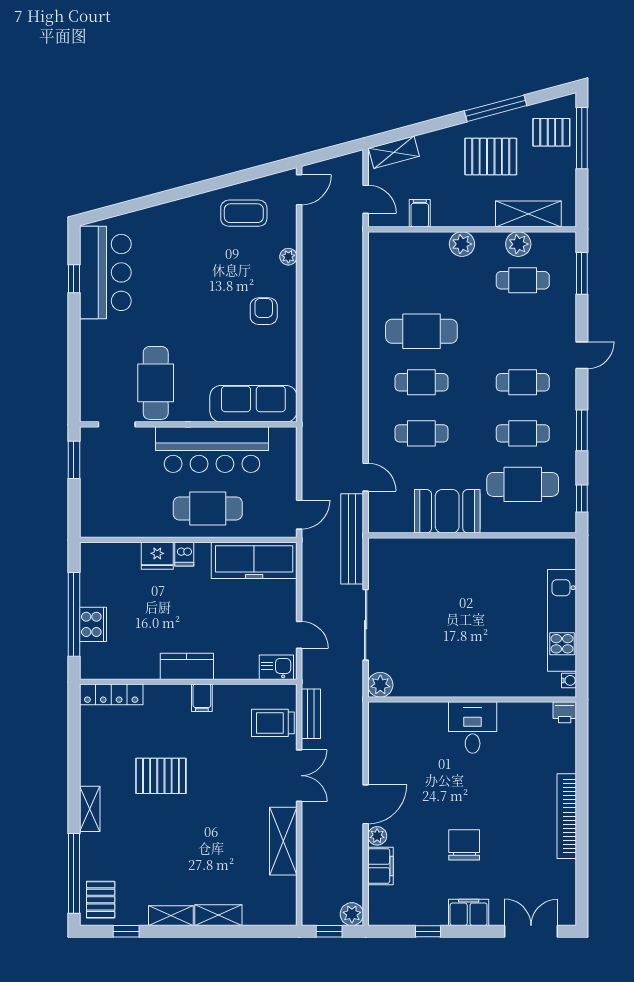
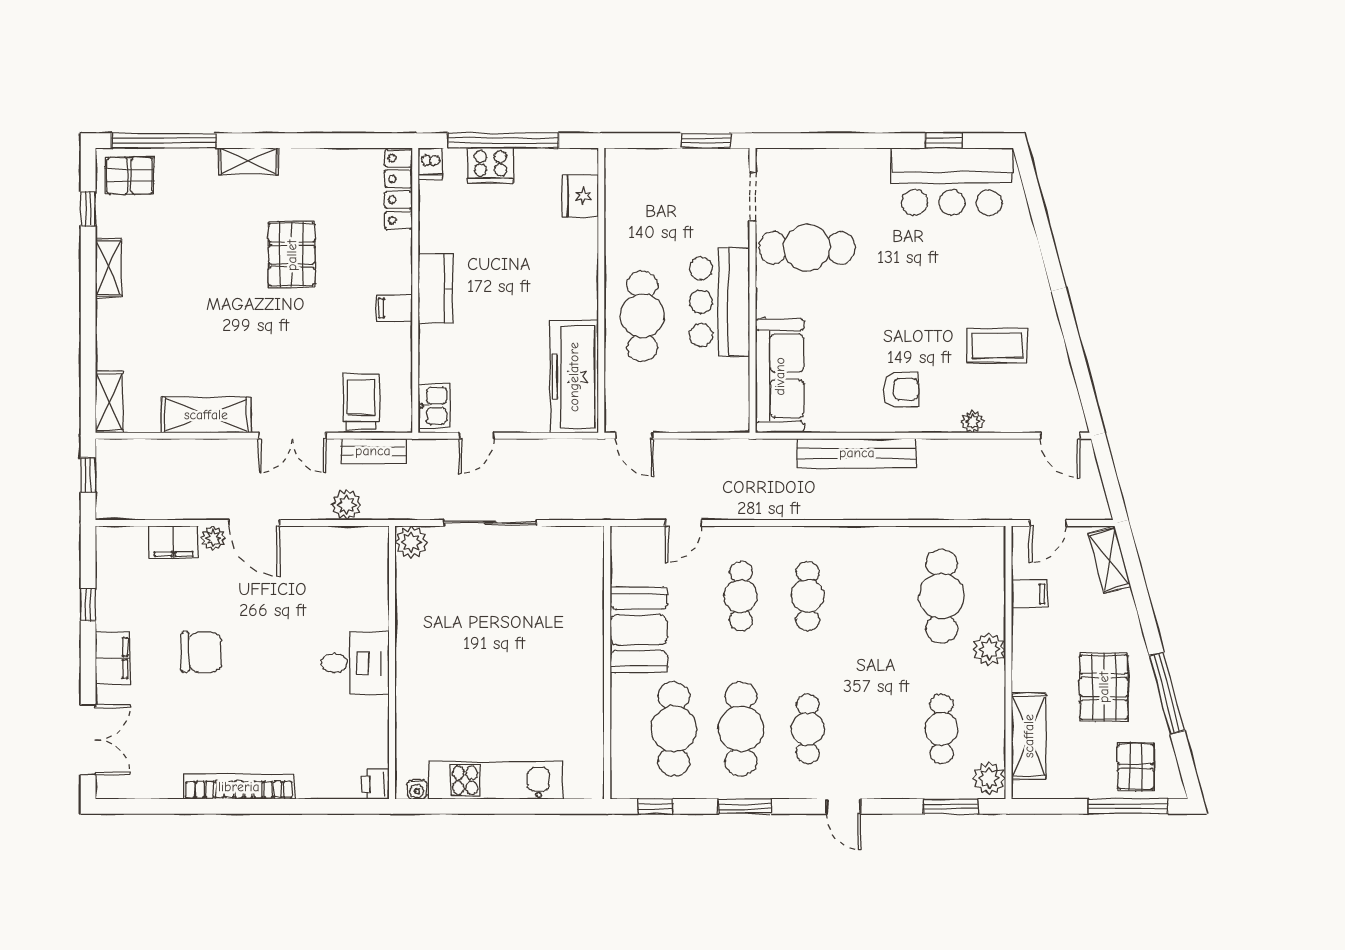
coffee table: (244, 213) -> (997, 345), moved, turned 90
plant: (518, 244) -> (989, 778), moved
cafe table: (421, 331) -> (942, 596), moved
cafe table: (523, 433) -> (741, 729), width x1.37, depth x1.35
bar counter: (212, 450) -> (720, 302), width x0.73
bench: (352, 539) -> (857, 453), moved
dishwasher: (184, 554) -> (430, 164), moved, turned -90
fridge: (157, 556) -> (581, 196), moved
plant: (352, 914) -> (347, 505), moved
shelving: (218, 915) -> (109, 402), moved

